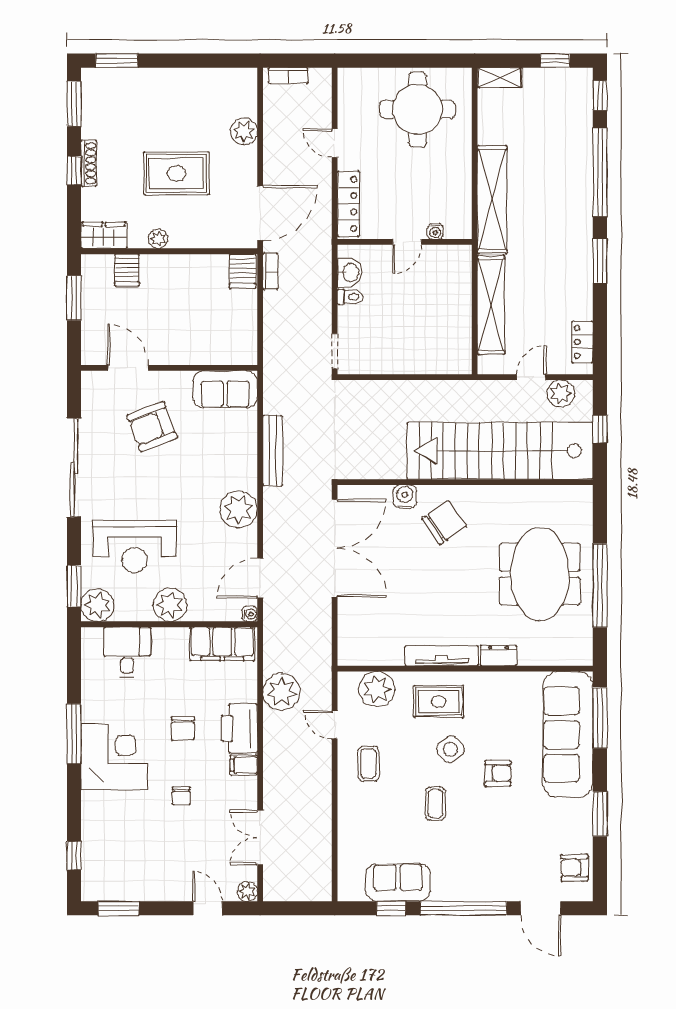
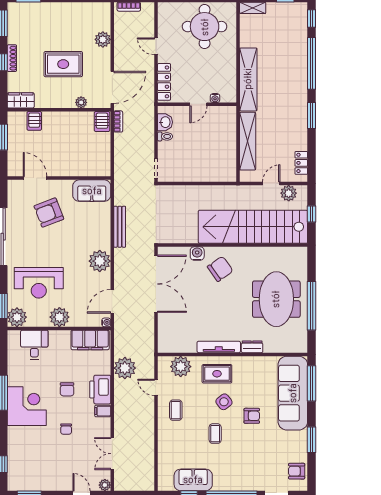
plant: (158, 239) -> (81, 102), moved

